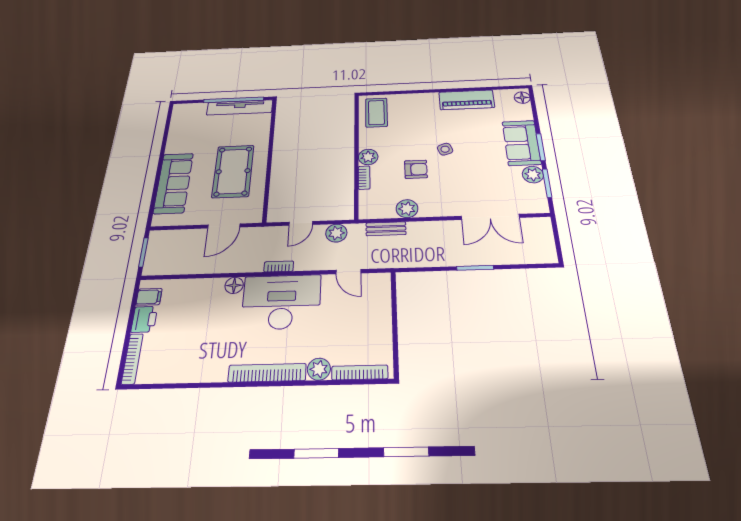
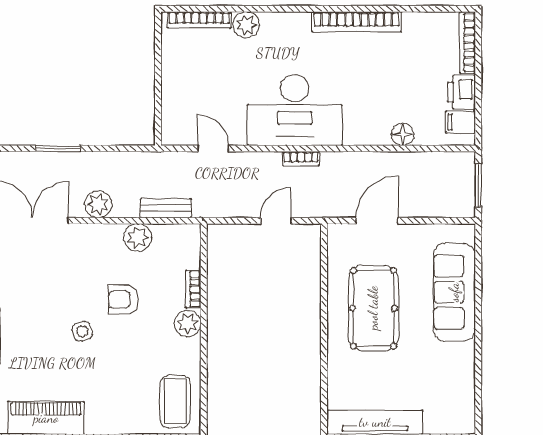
plant: (336, 233) -> (98, 204), moved
floor lamp: (234, 285) -> (403, 134), moved
bookcase: (267, 373) -> (357, 22), moved

